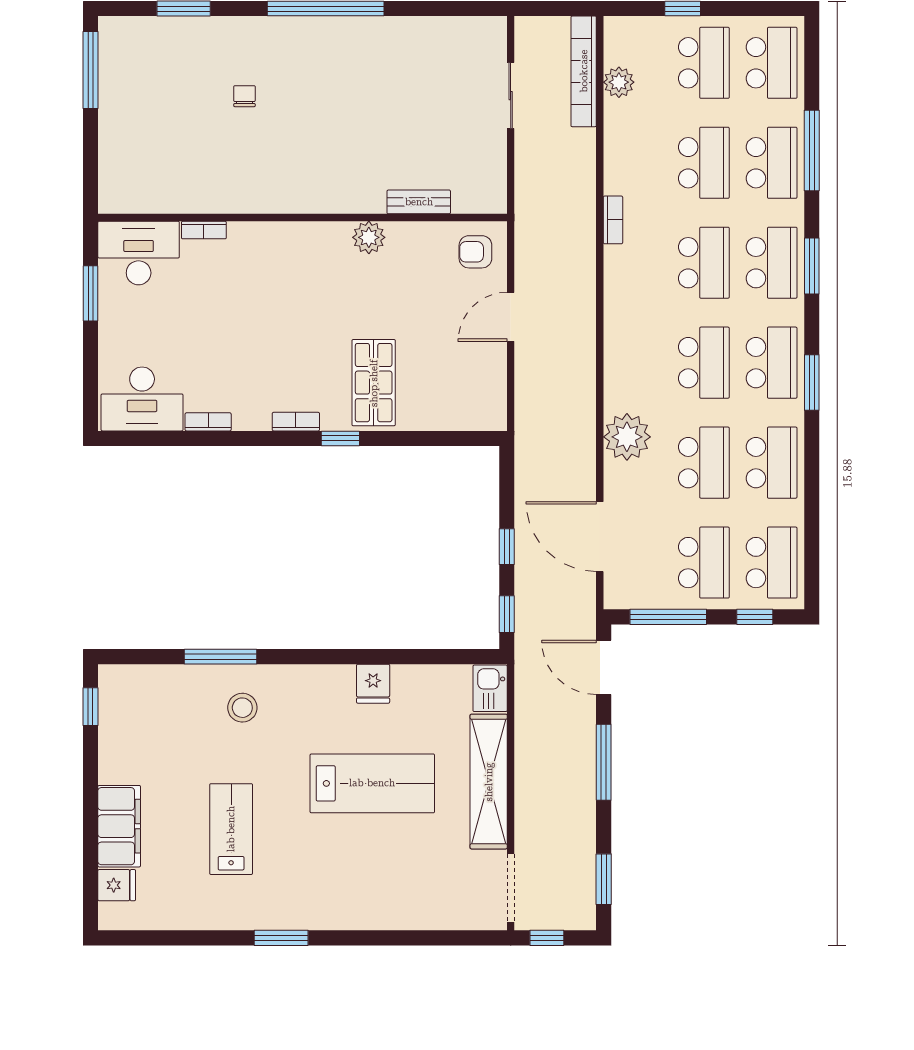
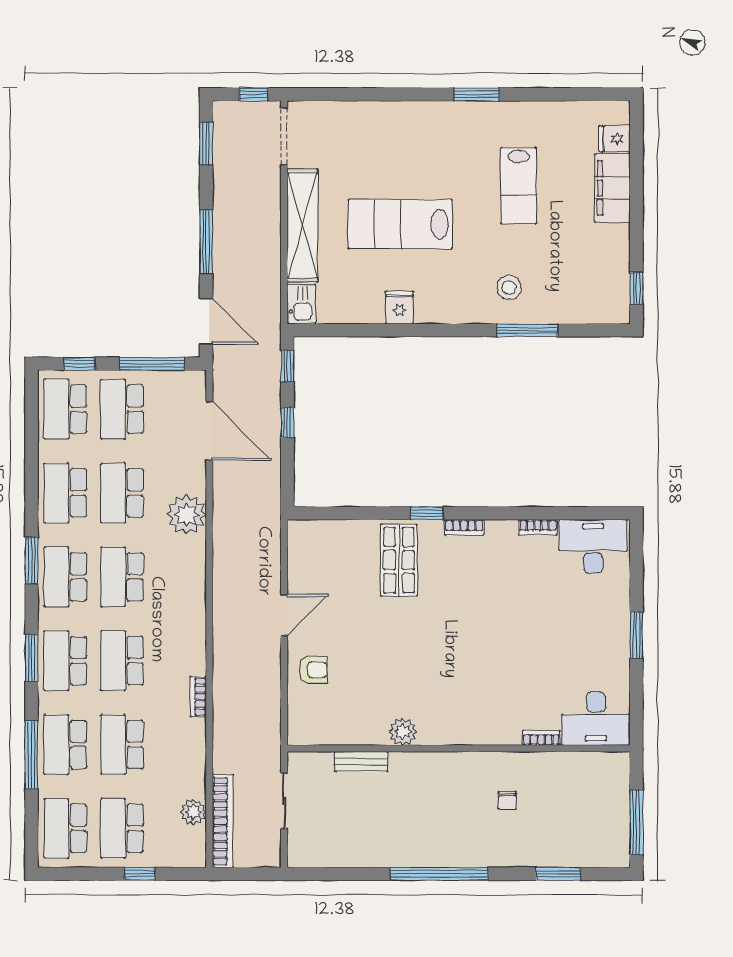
bench: (419, 202) -> (361, 761), moved
wall: (302, 218) -> (459, 748), moved
bookcase: (204, 230) -> (541, 738), moved
plant: (369, 237) -> (403, 732), moved
desk: (139, 253) -> (596, 719), moved

